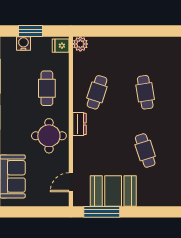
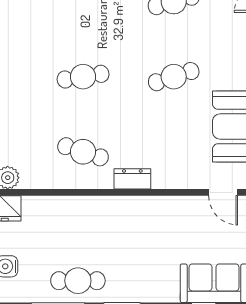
cafe table: (47, 88) -> (78, 281), moved
round table: (49, 136) -> (151, 227), removed

